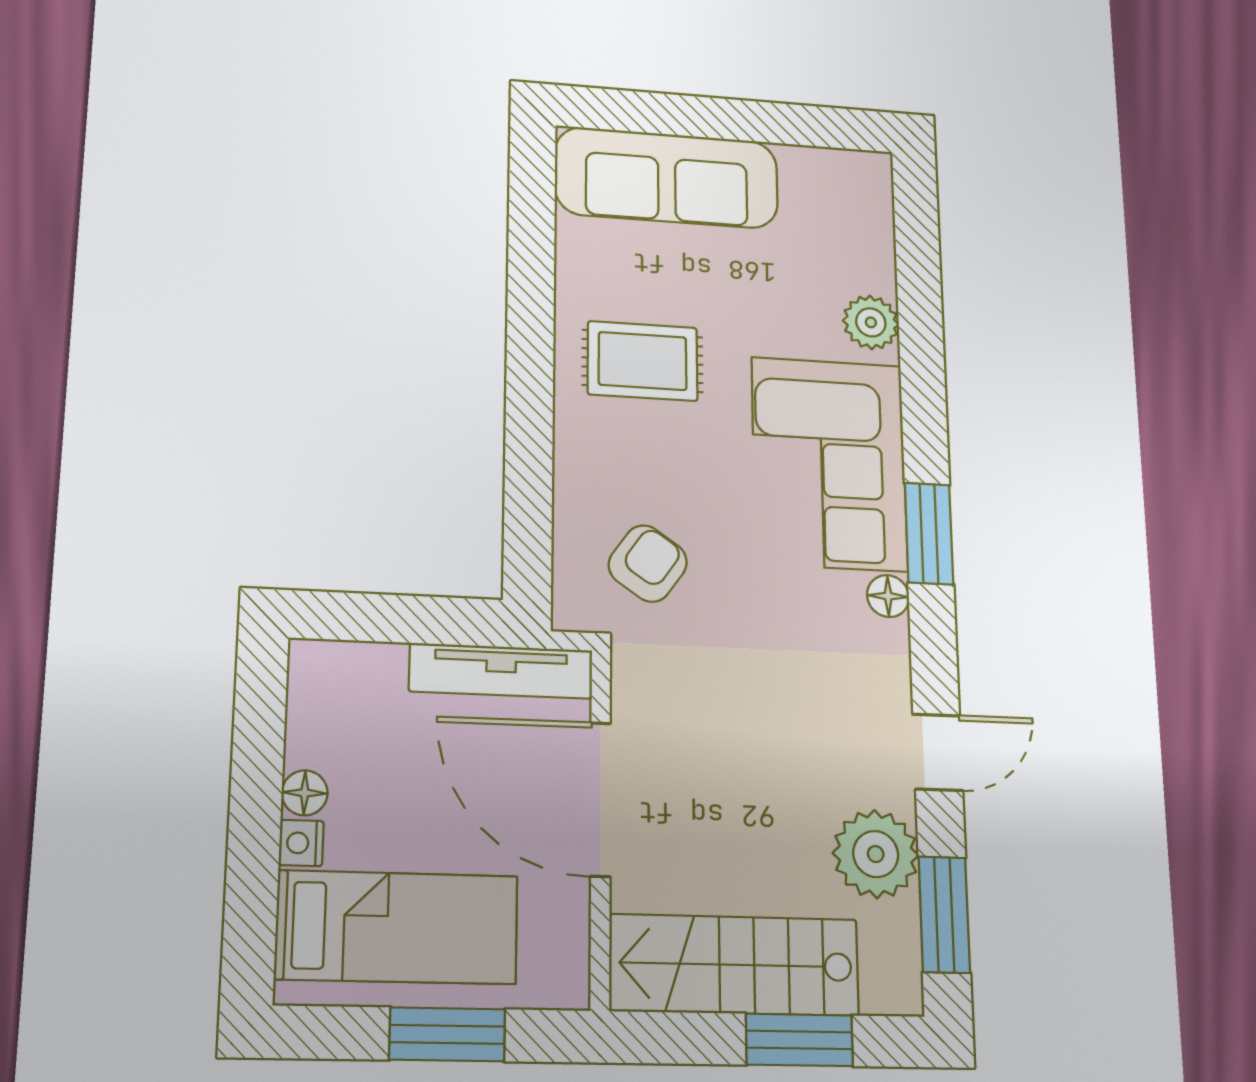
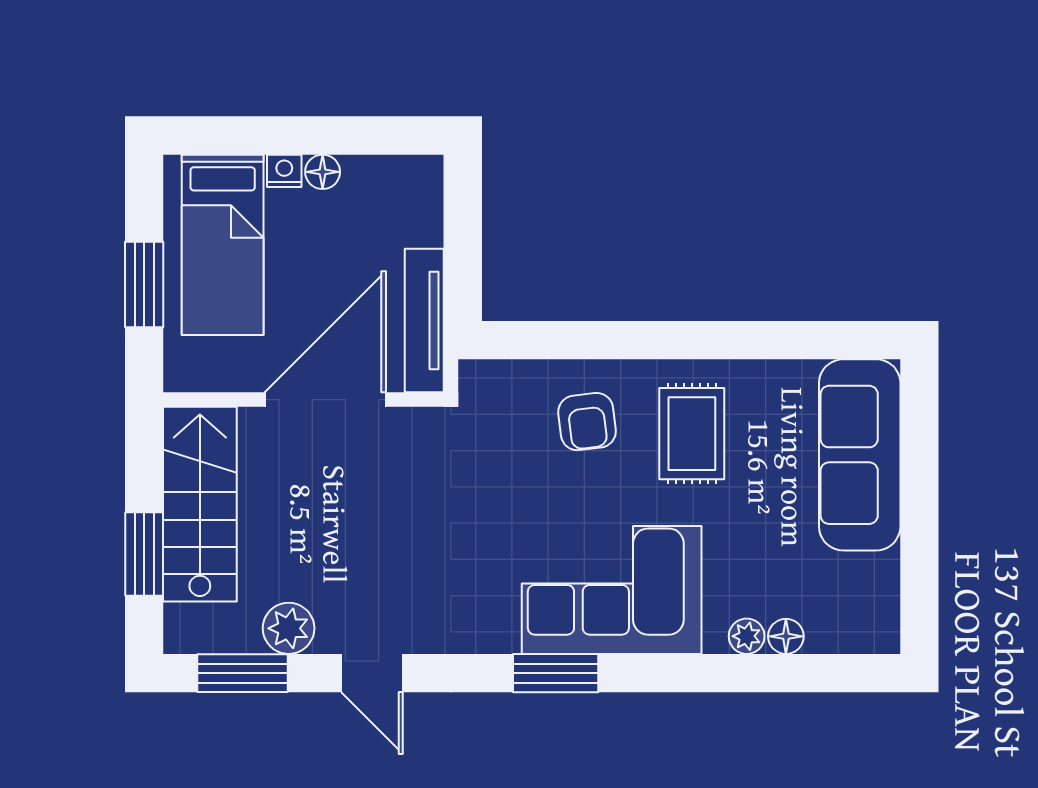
plant: (871, 322) -> (747, 636), width x0.73, depth x0.73
armchair: (648, 563) -> (587, 422), moved, turned 48
floor lamp: (888, 596) -> (786, 636), moved
plant: (876, 854) -> (289, 628), width x0.73, depth x0.73

